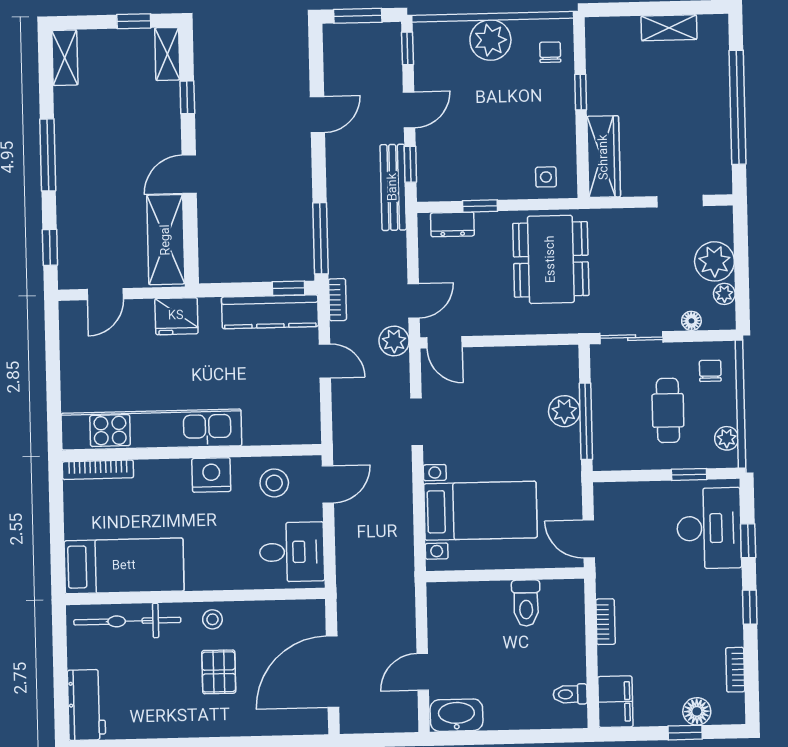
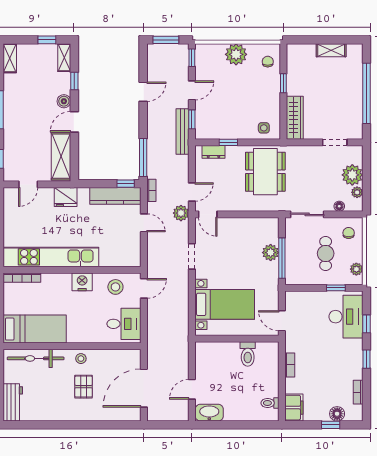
boiler: (169, 136) -> (64, 101), added

